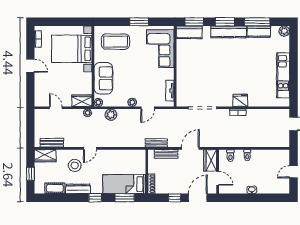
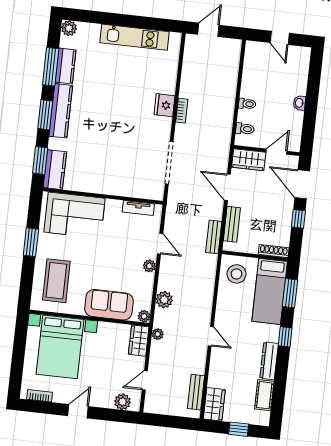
plant: (40, 95) -> (122, 402), added
stool: (75, 165) -> (236, 274), moved

